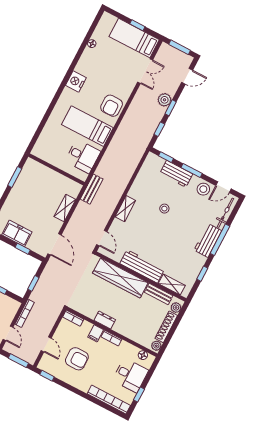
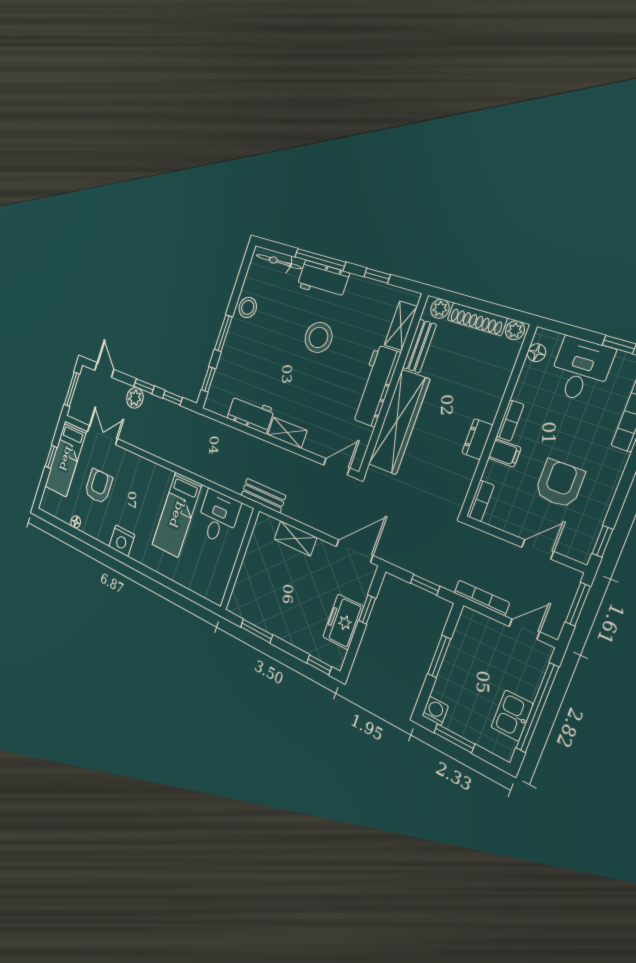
armchair: (112, 106) -> (98, 486), moved, turned -90
workbench: (176, 174) -> (251, 414), moved, turned -90
door: (223, 187) -> (242, 275), removed
stool: (164, 209) -> (318, 337), moved, width x1.89, depth x1.89

